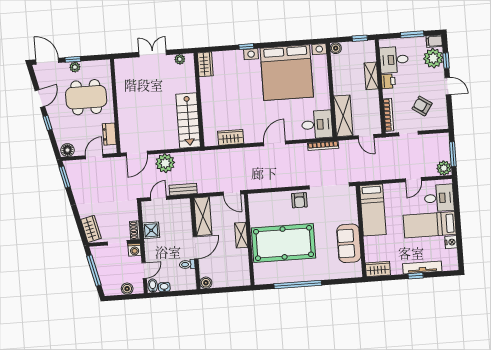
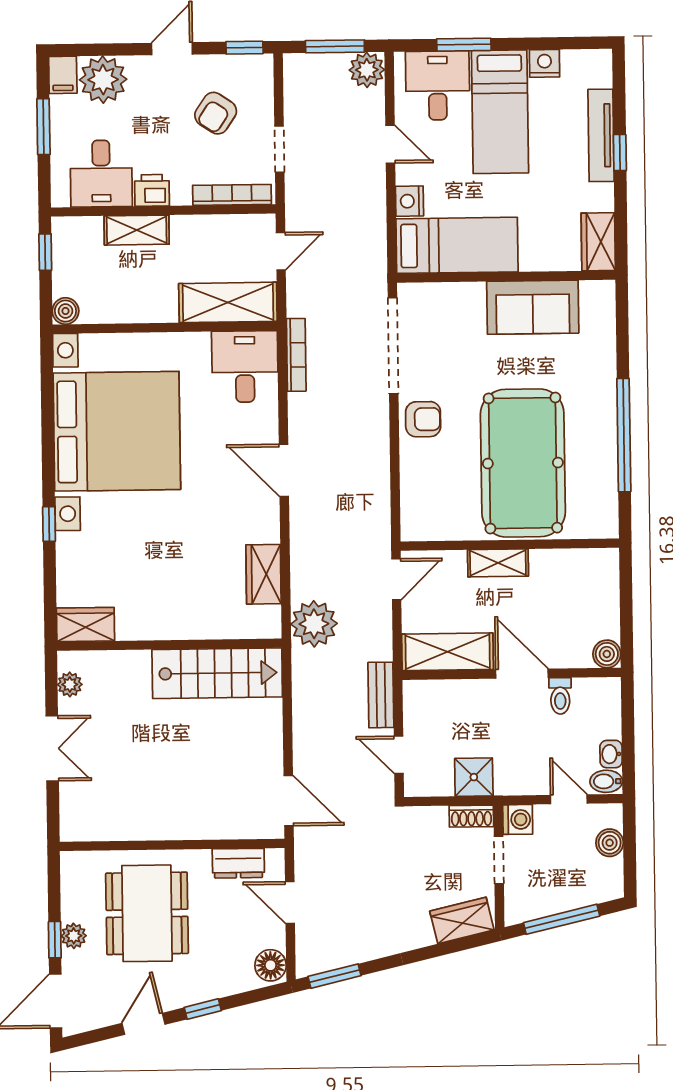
double door: (153, 53) -> (52, 748), swing flipped
window: (446, 61) -> (245, 48), moved
door: (40, 98) -> (144, 1024), hinge flipped
plant: (165, 163) -> (314, 624), moved
nightstand: (390, 189) -> (410, 201), added
window: (457, 208) -> (464, 45), added

